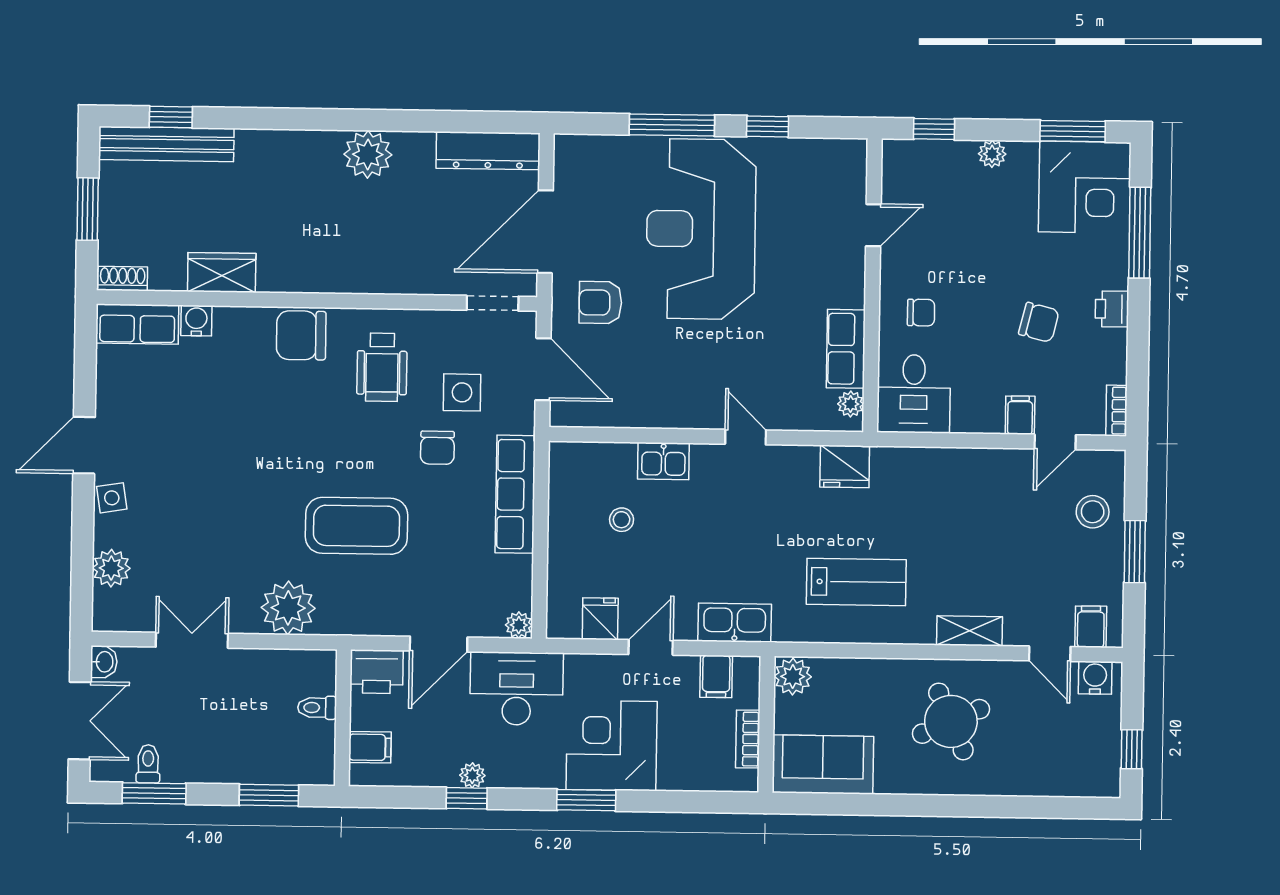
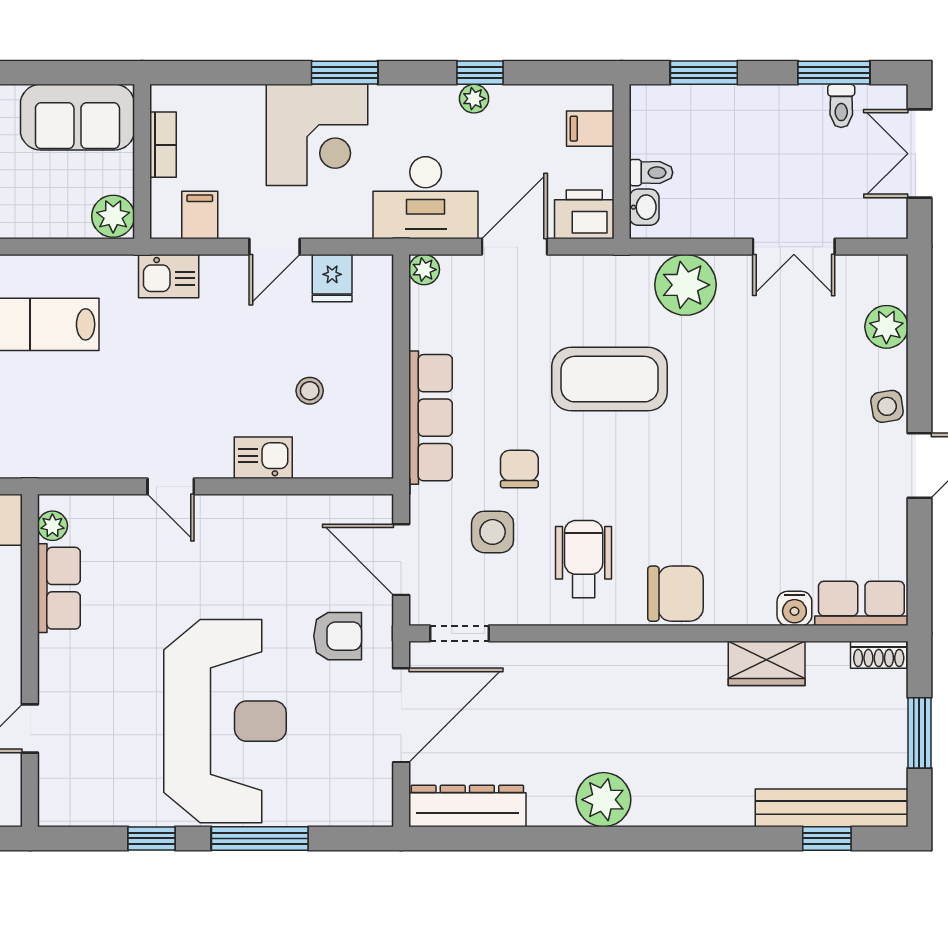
fridge: (845, 466) -> (58, 455), removed
kitchen sink: (735, 623) -> (169, 276), width x0.73
washbasin: (104, 662) -> (644, 207), moved, turned 180

